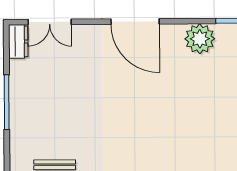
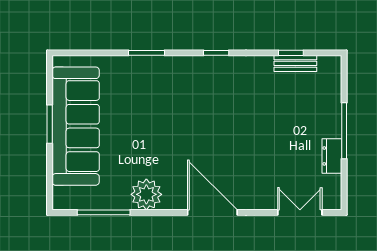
dresser: (18, 41) -> (332, 156), moved

